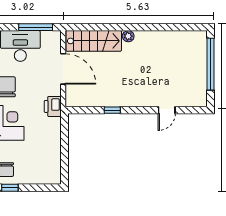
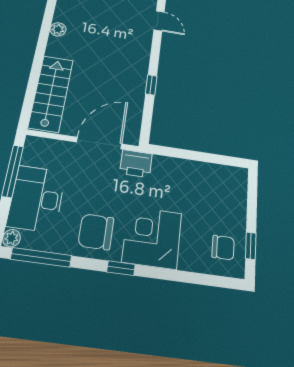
plant: (128, 36) -> (58, 29), moved
door: (63, 69) -> (99, 143), moved

